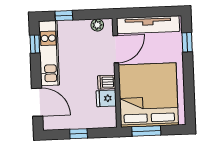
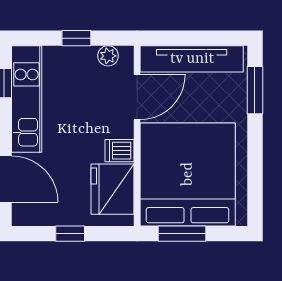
window: (64, 16) -> (76, 38), moved
window: (187, 42) -> (255, 90), width x1.50
fridge: (106, 98) -> (113, 189), width x1.88, depth x1.34

